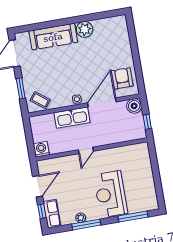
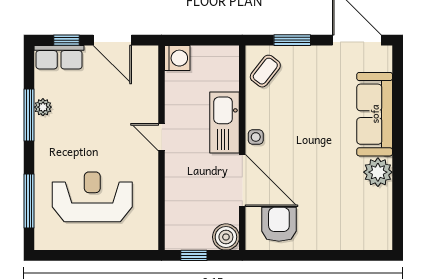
armchair: (122, 78) -> (279, 224), turned -90
reception desk: (111, 194) -> (92, 197), moved

